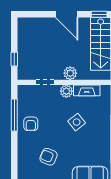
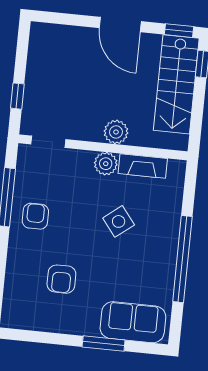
doorway: (45, 82) -> (48, 142), moved
armchair: (31, 124) -> (35, 216), turned 180
armchair: (49, 157) -> (61, 279), turned -112

